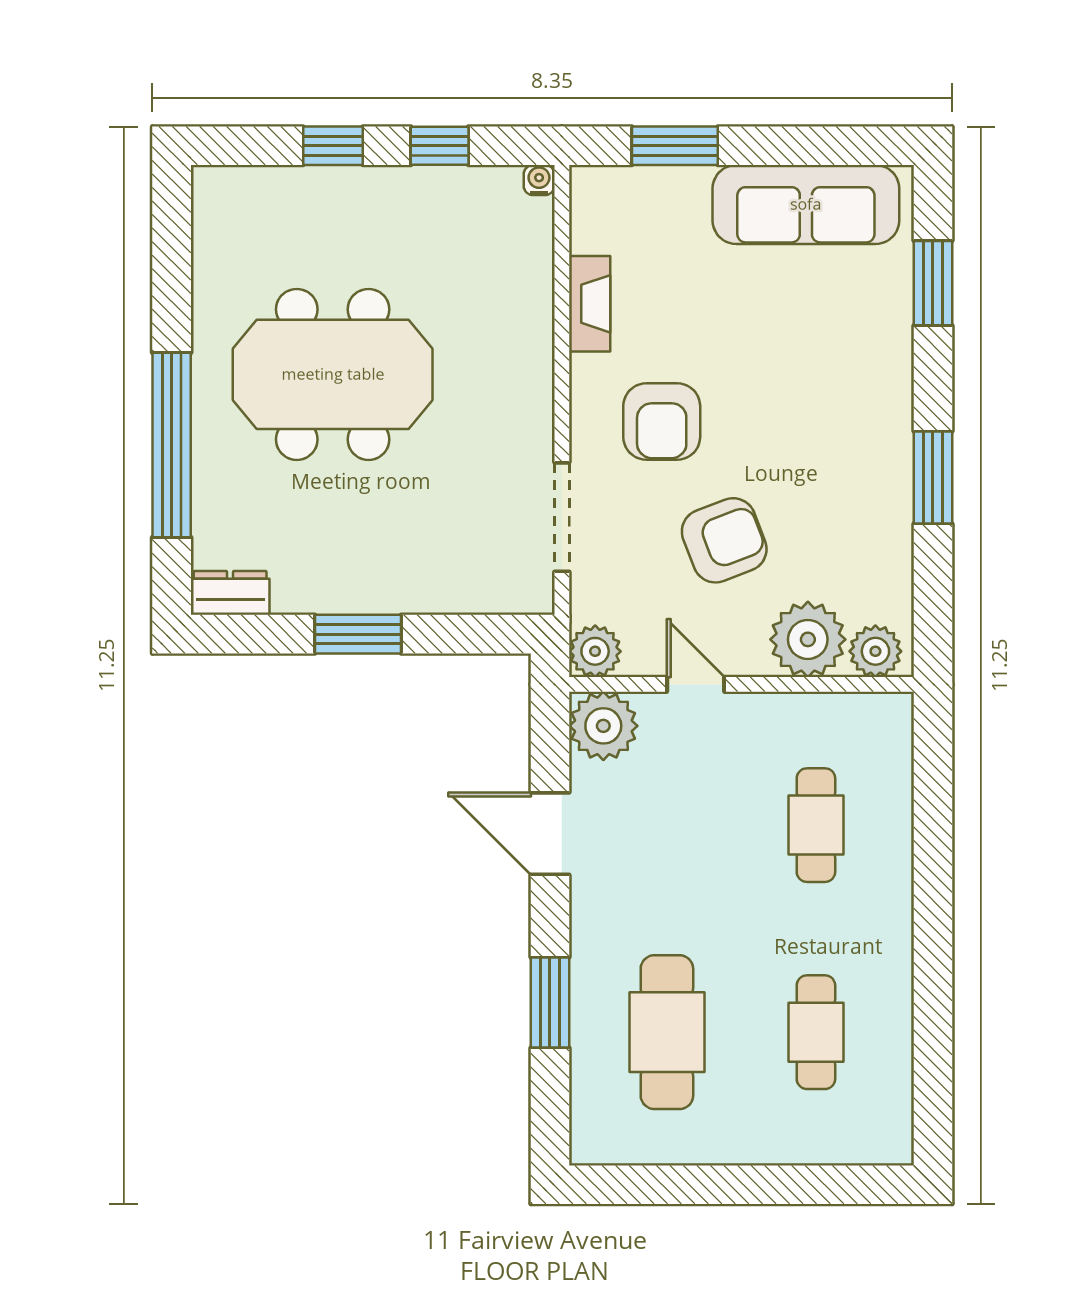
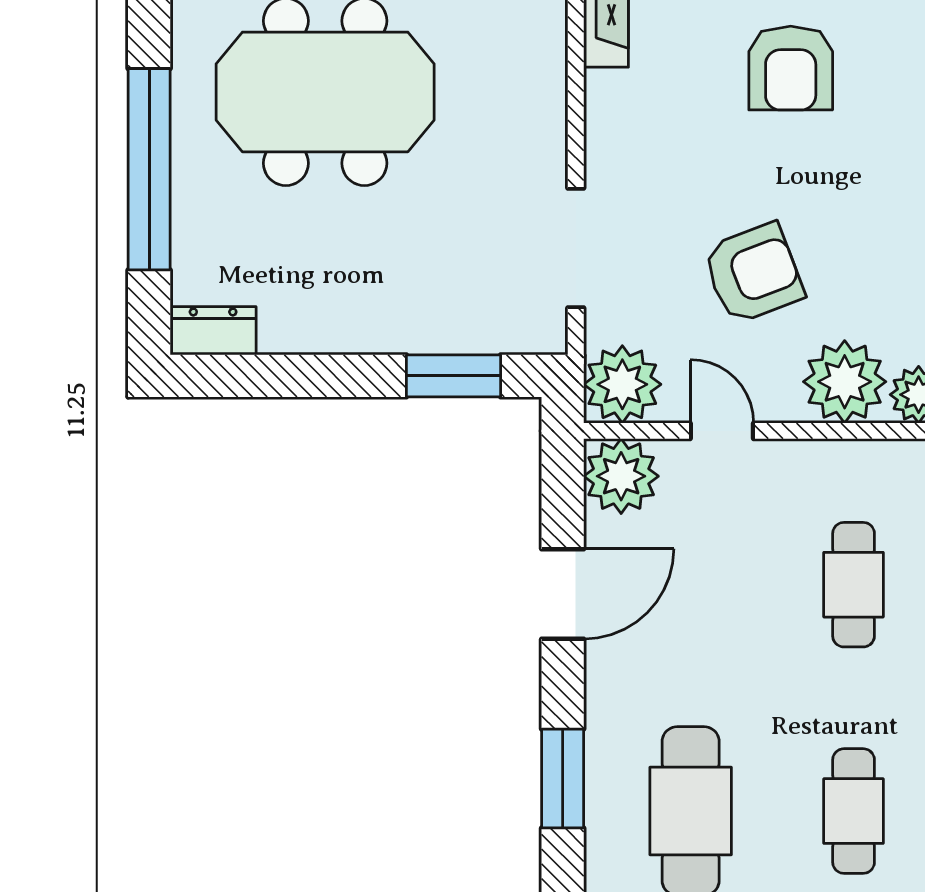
armchair: (662, 422) -> (791, 68), moved
window: (358, 634) -> (454, 376), moved
plant: (595, 651) -> (622, 384), width x1.36, depth x1.36
door: (550, 834) -> (563, 594), swing flipped

